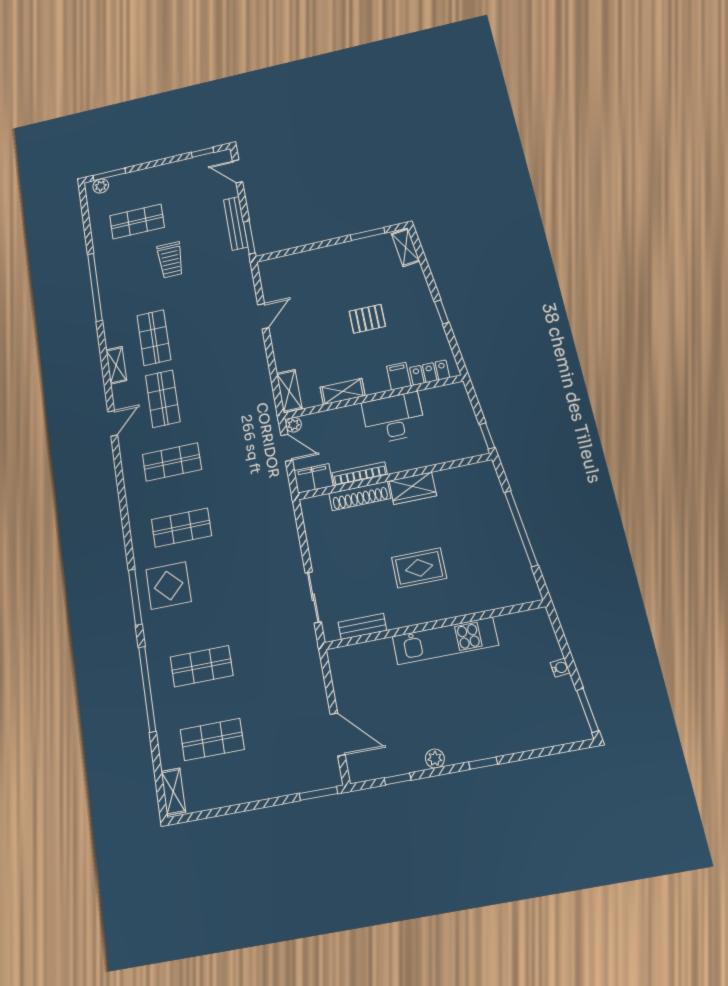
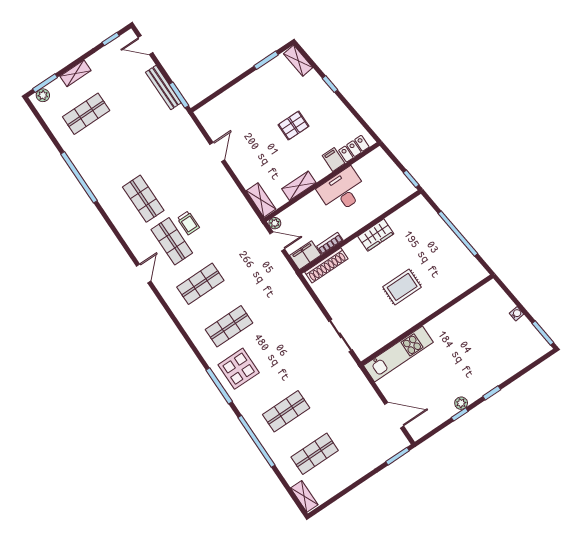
trolley: (170, 260) -> (188, 223), moved, width x0.73, depth x0.72
window: (442, 312) -> (330, 84), moved
shelving: (116, 365) -> (75, 73), moved, turned 90
bookcase: (360, 474) -> (330, 243), width x0.64
shoe rack: (360, 496) -> (326, 265), moved
bench: (362, 626) -> (381, 341), removed
kitchen unit: (445, 641) -> (398, 354), moved
window: (398, 779) -> (460, 414), moved

